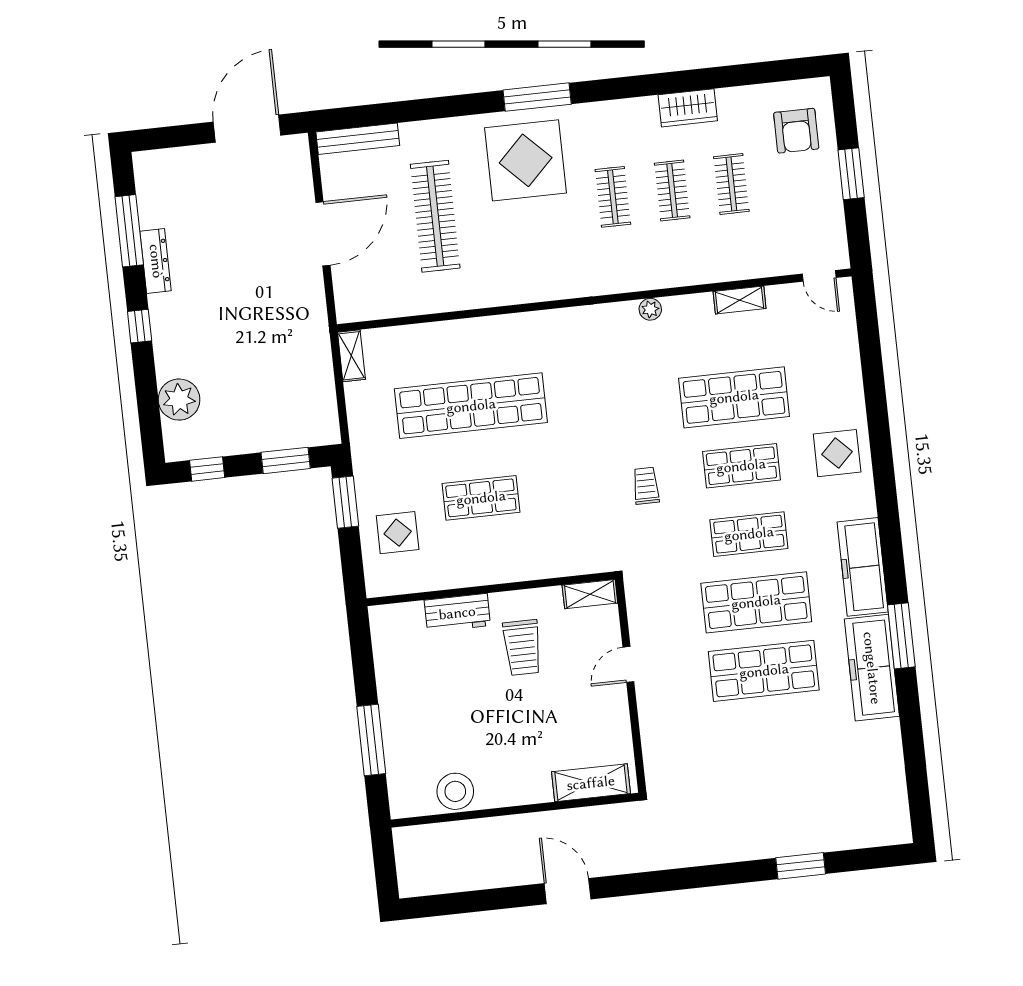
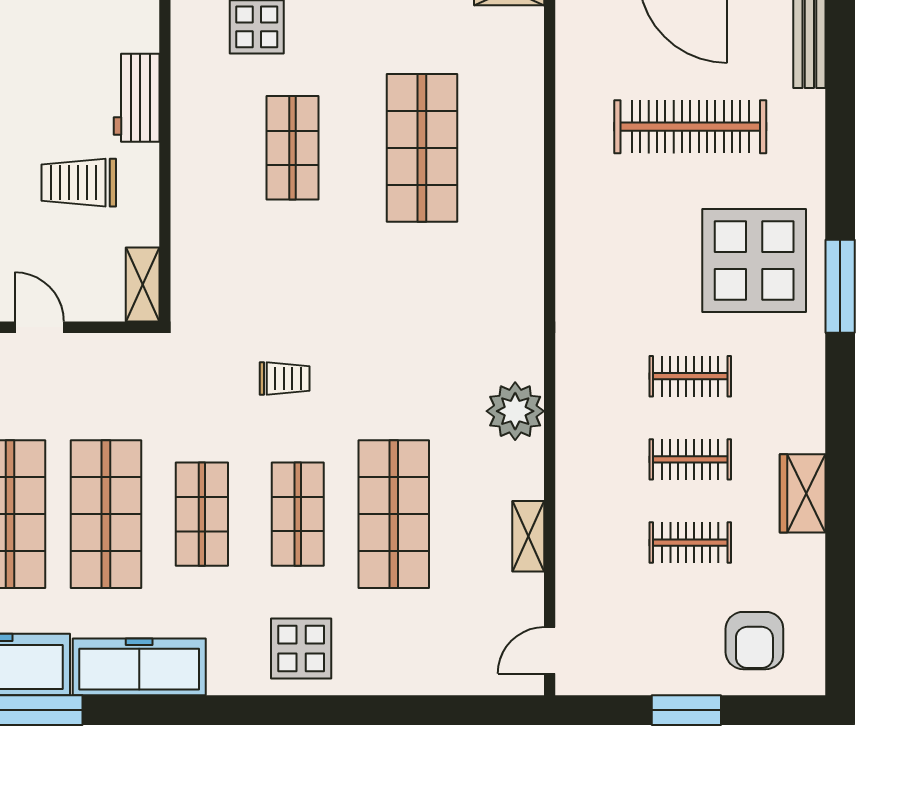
armchair: (796, 131) -> (754, 641), turned -90
plant: (650, 309) -> (515, 411), width x1.87, depth x1.87
shop shelf: (471, 406) -> (422, 148), width x0.71

